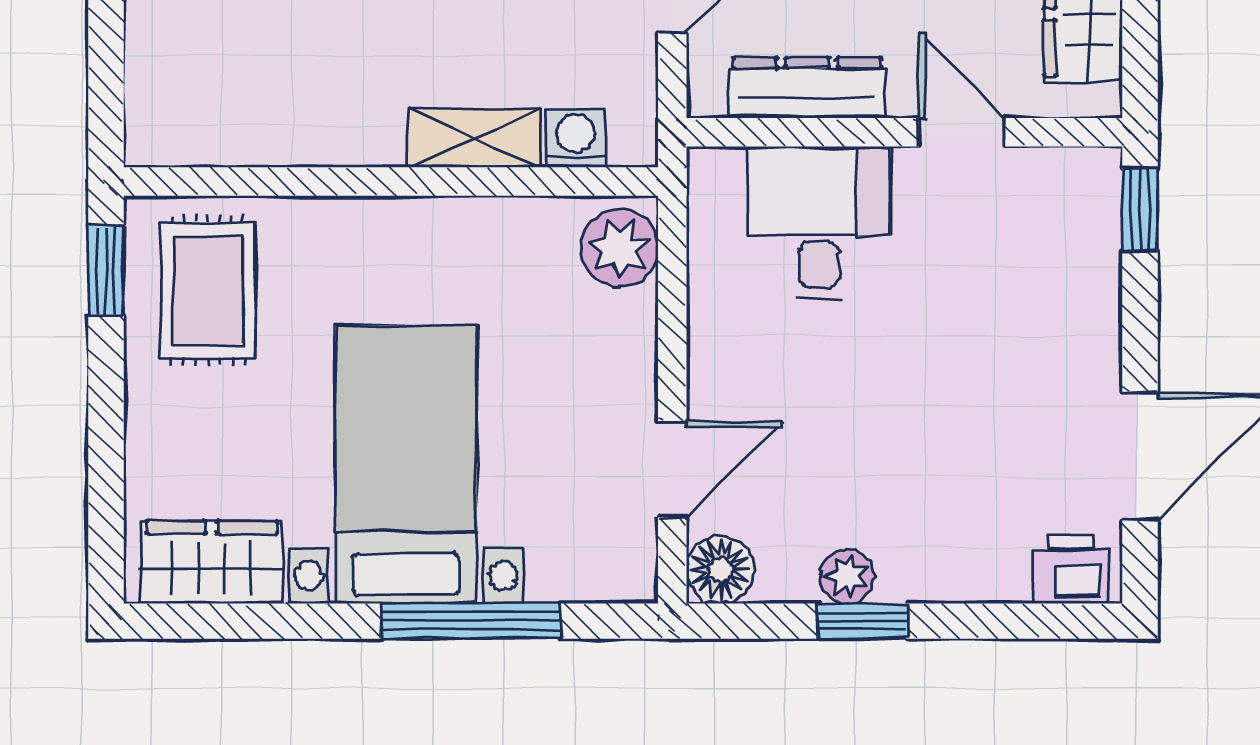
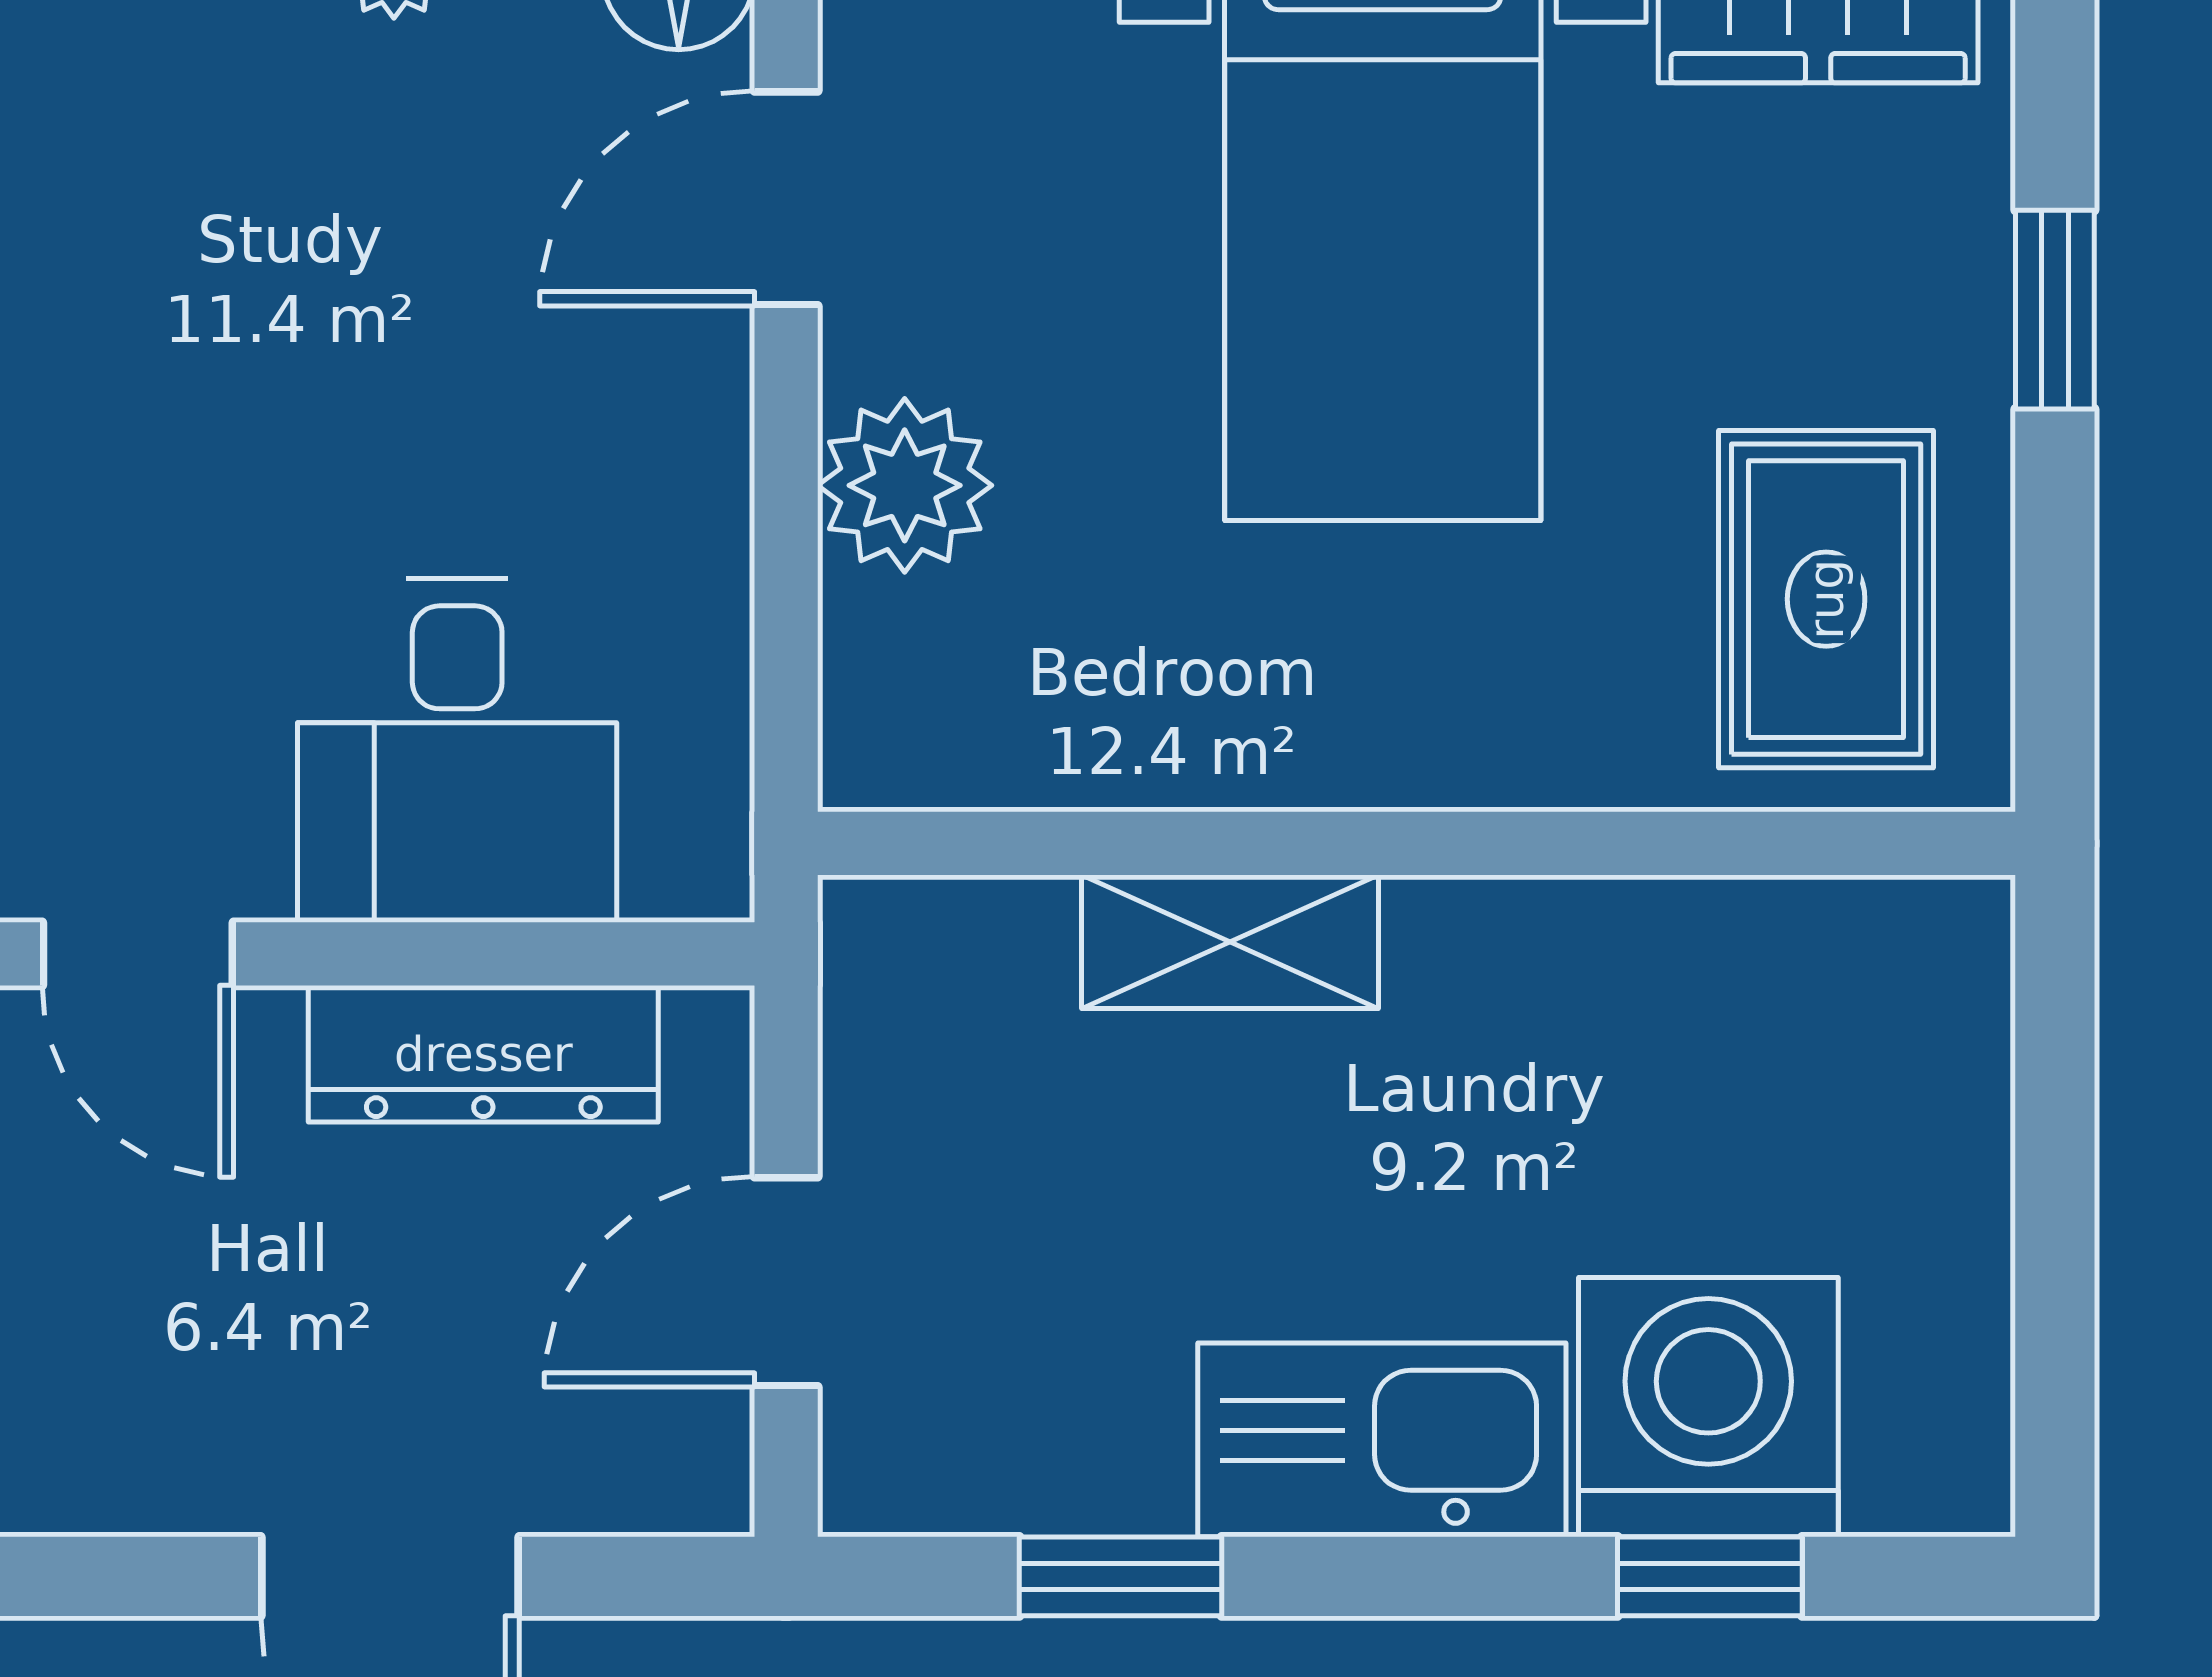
washing machine: (576, 138) -> (1003, 941), removed
plant: (619, 248) -> (905, 485), moved
window: (106, 271) -> (2055, 310), moved

